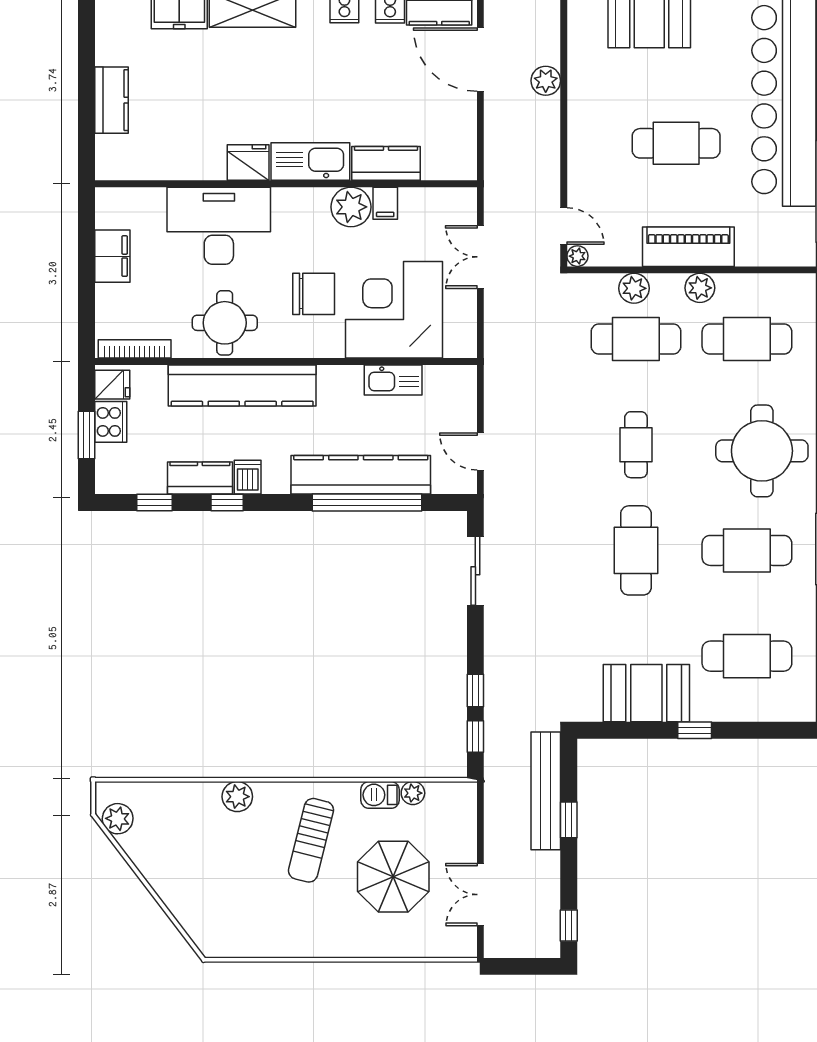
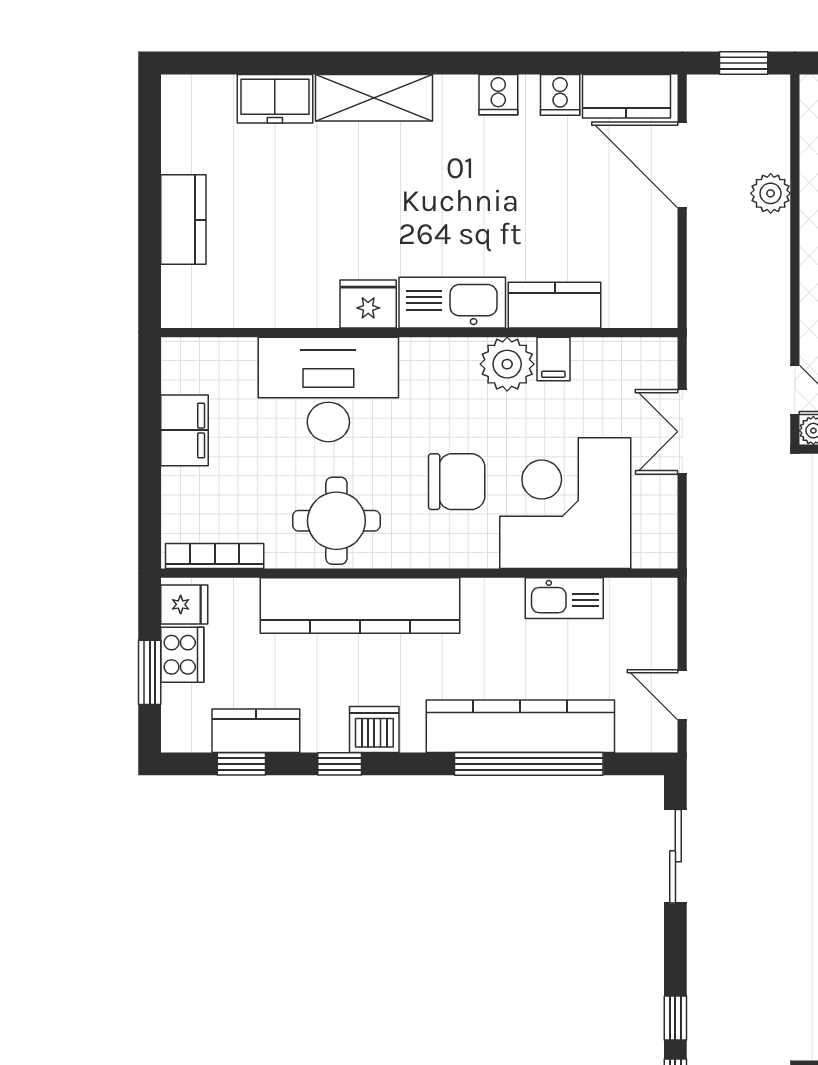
dishwasher: (248, 477) -> (374, 730), width x1.38
kitchen counter: (200, 478) -> (256, 731), moved

